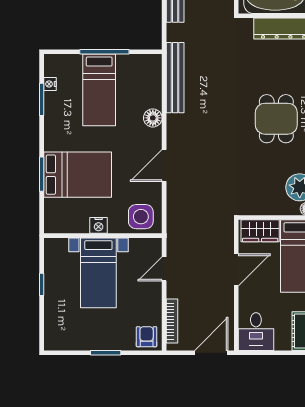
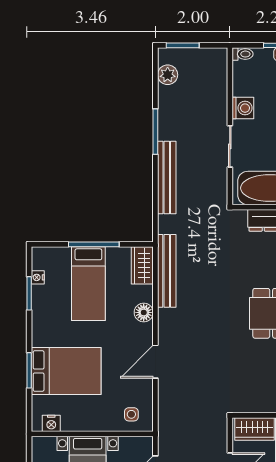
wardrobe: (151, 72) -> (142, 265), added
side table: (141, 217) -> (131, 414), width x0.54, depth x0.54
nightstand: (99, 225) -> (51, 423), moved

